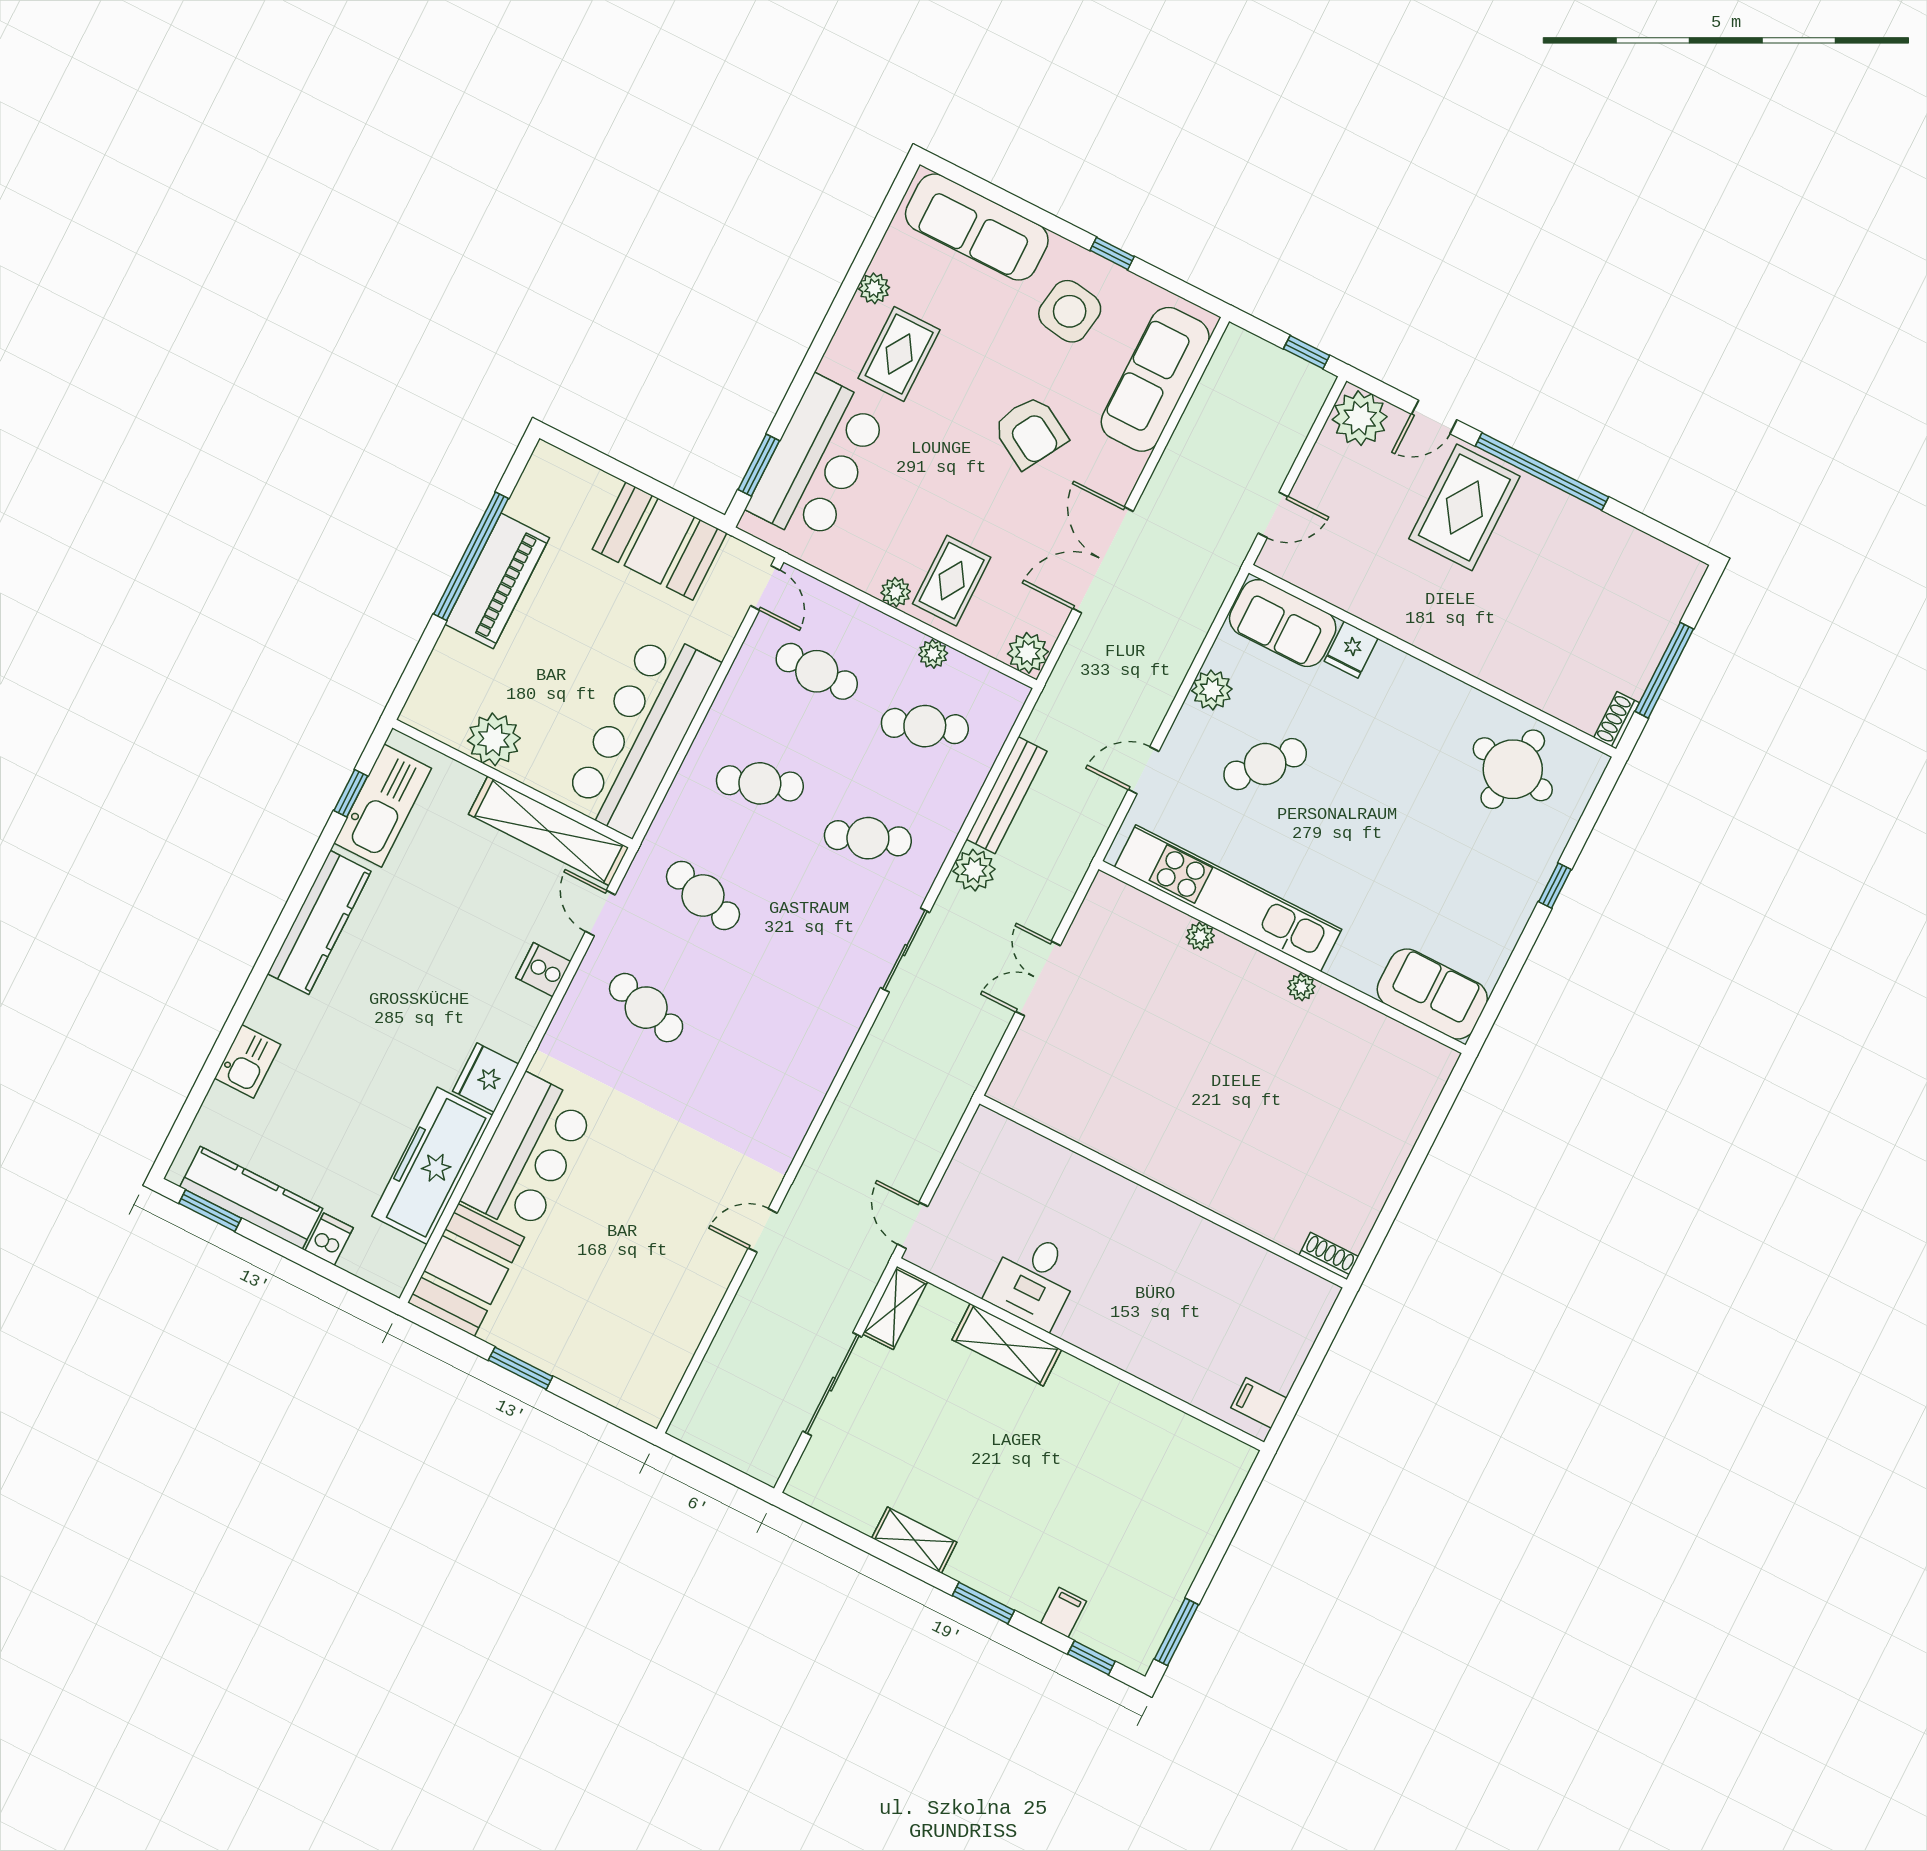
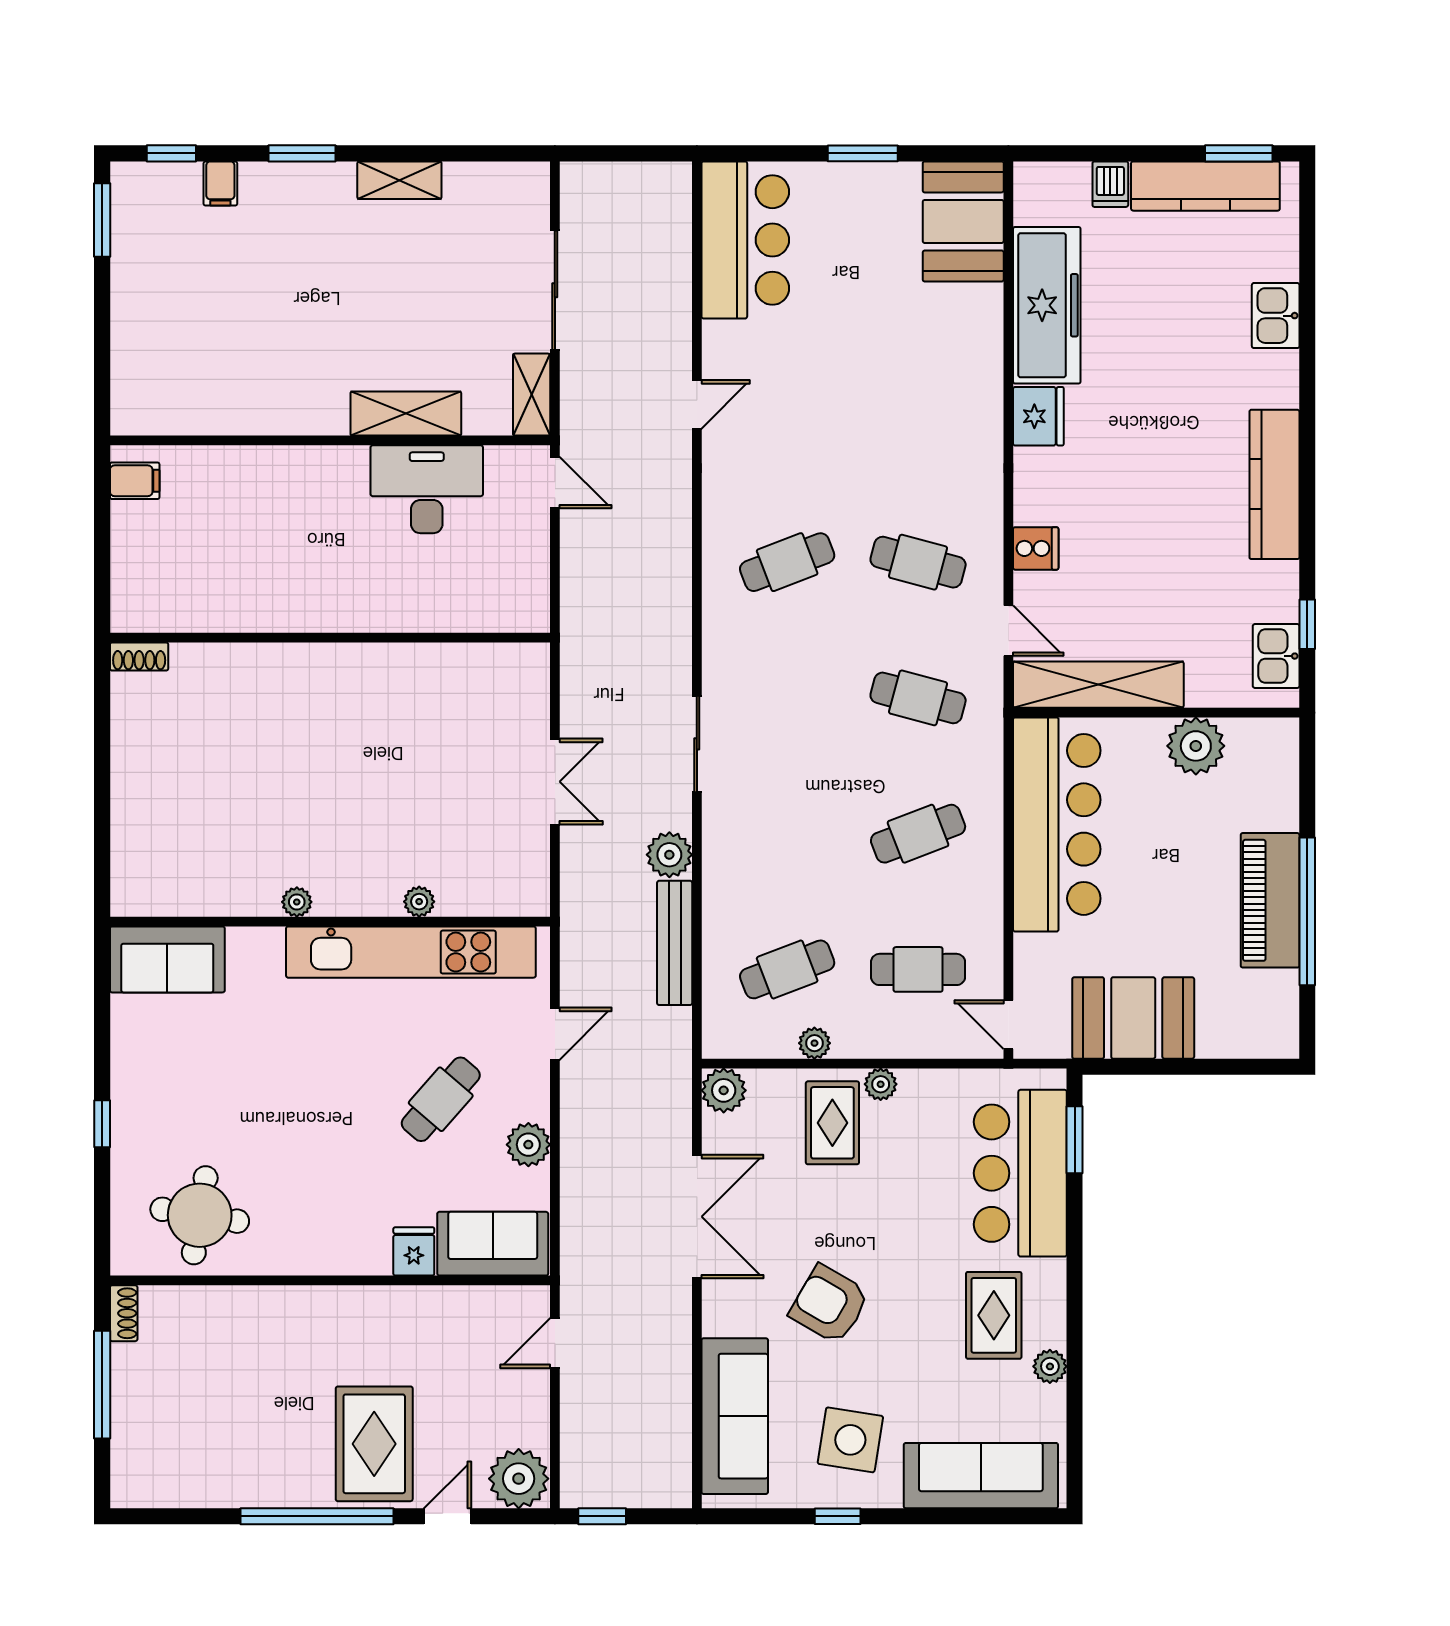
kitchen sink: (383, 806) -> (1276, 656), width x0.53, depth x0.81
cafe table: (868, 838) -> (787, 562), moved
bar counter: (528, 1154) -> (745, 240), moved, turned 180
desk: (1034, 1280) -> (427, 489), width x1.37

